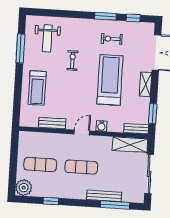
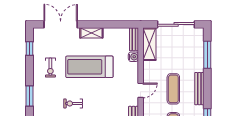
window: (106, 16) -> (29, 96), moved
window: (153, 114) -> (119, 24), removed
water cooler: (102, 126) -> (133, 57), moved
door: (82, 132) -> (141, 90), swing flipped
bench: (104, 196) -> (199, 89), moved

